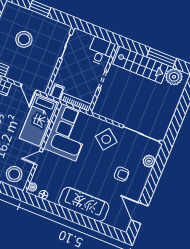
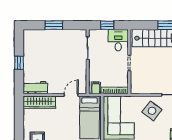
window: (96, 31) -> (107, 25), added
stool: (24, 39) -> (51, 56), removed
door: (29, 88) -> (71, 95), swing flipped

